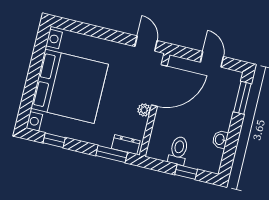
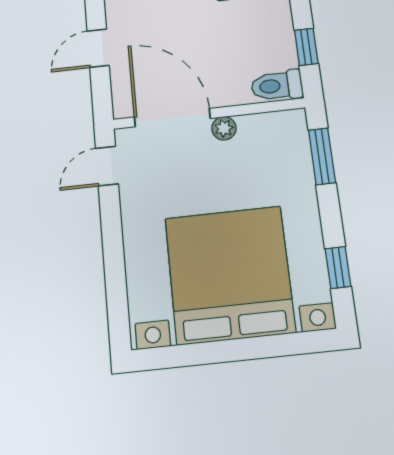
dresser: (126, 145) -> (296, 138), removed
toilet: (178, 151) -> (277, 86), moved
window: (186, 172) -> (306, 47), moved

